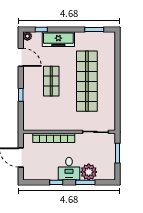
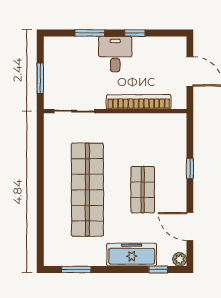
plant: (89, 172) -> (85, 49), removed

